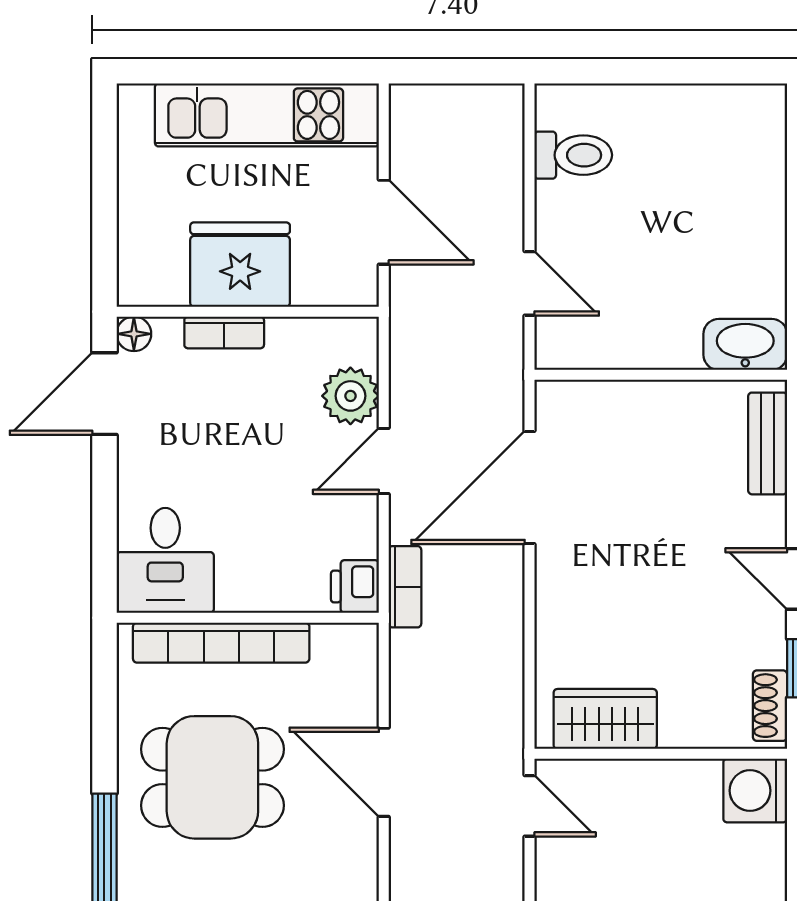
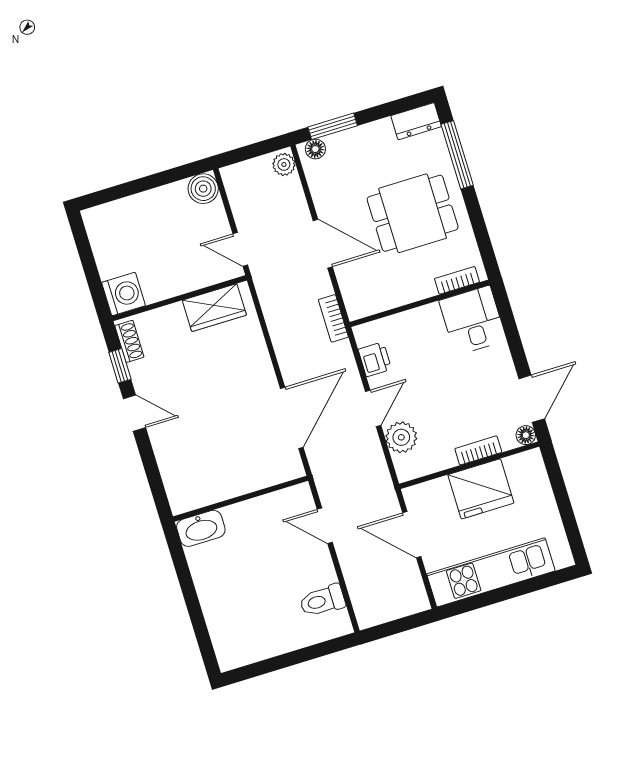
bench: (768, 443) -> (173, 480), removed
printer: (355, 586) -> (375, 359), moved
bookcase: (405, 587) -> (333, 318), moved
bookcase: (221, 643) -> (457, 280), width x0.43, depth x0.76

